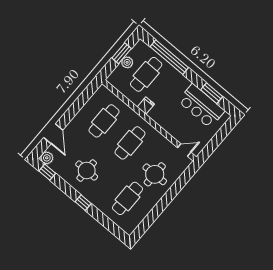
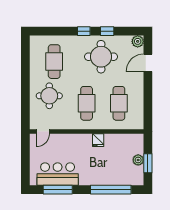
cafe table: (146, 74) -> (117, 163), removed
window: (212, 93) -> (58, 190), width x1.44
door: (53, 134) -> (148, 63), hinge flipped
round table: (87, 170) -> (101, 57), width x1.36, depth x1.36
window: (47, 172) -> (107, 31), moved

